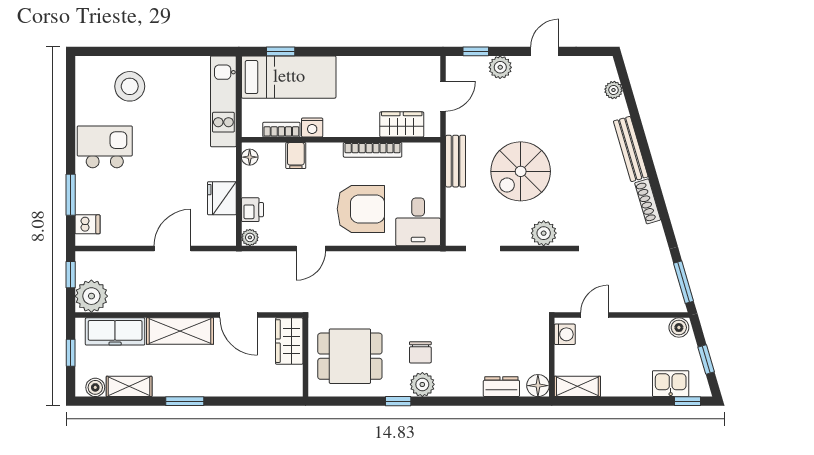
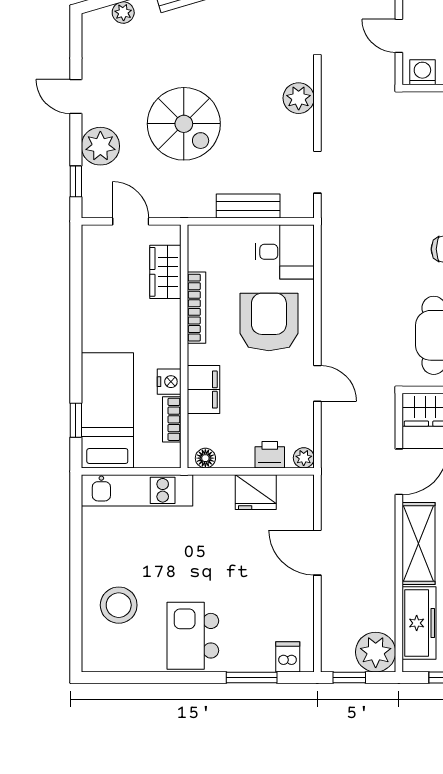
plant: (500, 67) -> (100, 146), width x1.36, depth x1.36
filing cabinet: (296, 156) -> (203, 390), width x2.00
bench: (456, 161) -> (248, 206), moved
spiral stairs: (521, 171) -> (184, 124), moved

